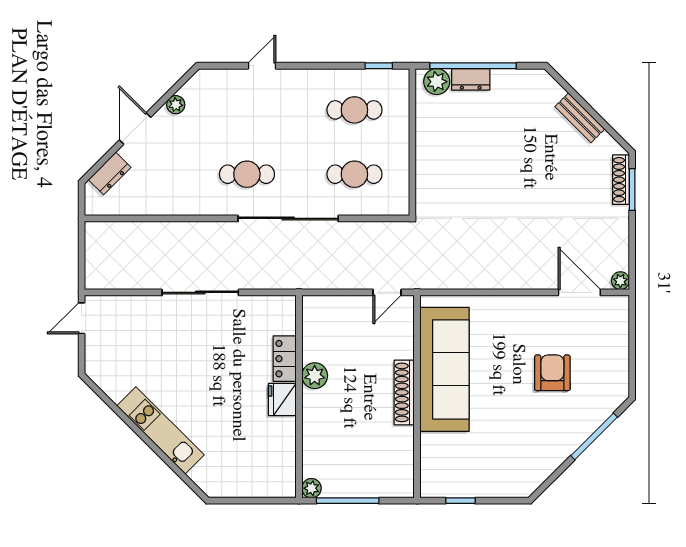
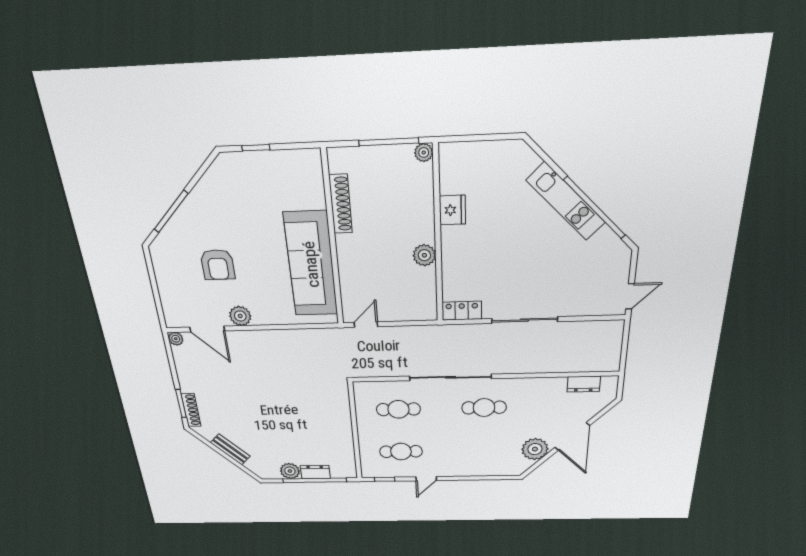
door: (262, 66) -> (426, 479), moved
plant: (437, 82) -> (290, 471), moved
plant: (176, 105) -> (535, 449), width x1.88, depth x1.88
door: (135, 129) -> (572, 437), width x1.36
dresser: (110, 173) -> (584, 384), moved, turned -135
plant: (536, 308) -> (240, 316), added
locker: (285, 359) -> (462, 311), moved, turned -90
shoe rack: (404, 392) -> (341, 204), moved
fridge: (282, 399) -> (452, 210), moved
window: (129, 422) -> (595, 208), added
window: (460, 501) -> (256, 148), moved

